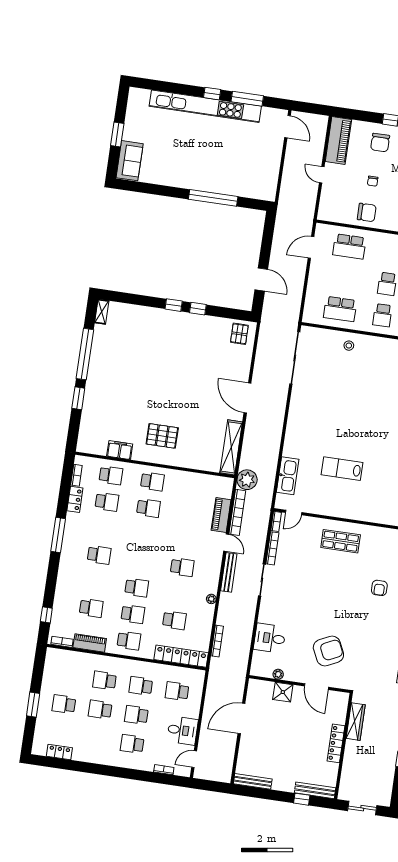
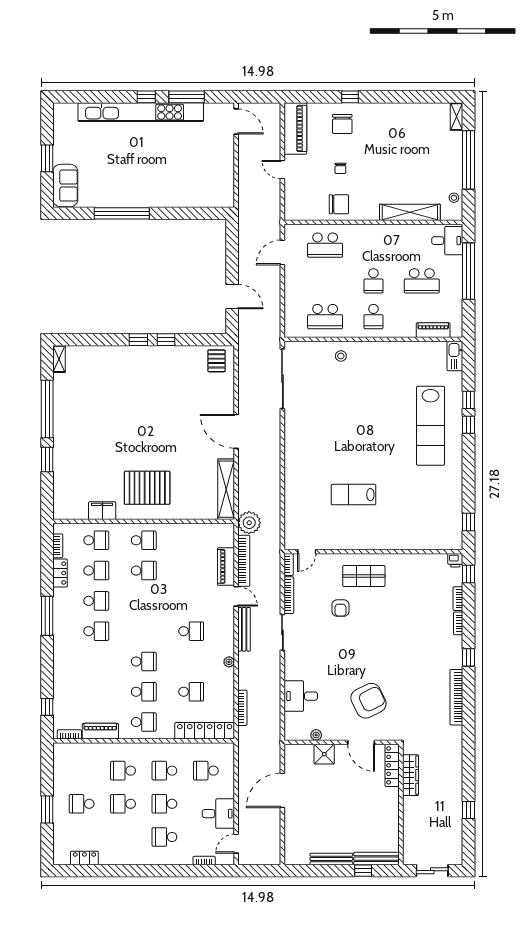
window: (213, 198) -> (122, 213), moved
pallet: (162, 436) -> (147, 488), width x1.37, depth x1.41
kitchen sink: (288, 476) -> (294, 512), removed
armchair: (379, 588) -> (340, 608), moved
school desk: (91, 608) -> (96, 601), moved
locker: (336, 743) -> (392, 765), moved
bench: (253, 781) -> (331, 859), moved

